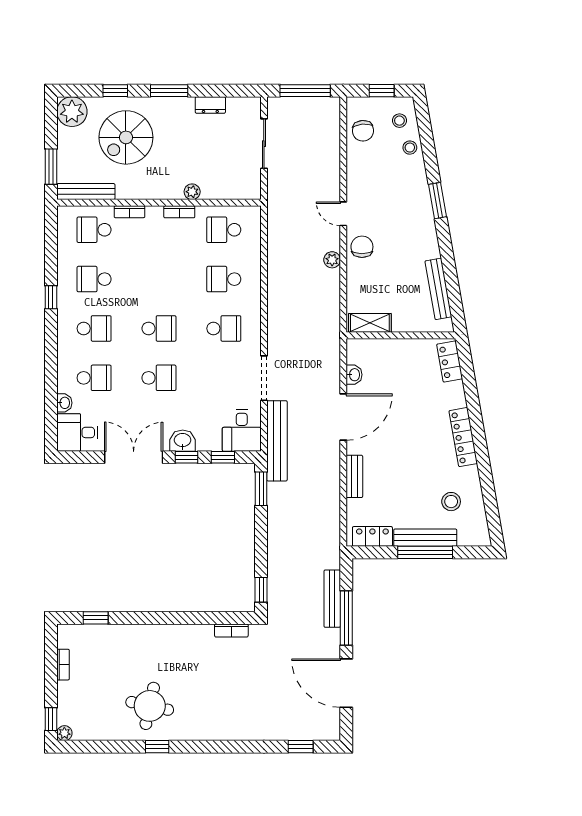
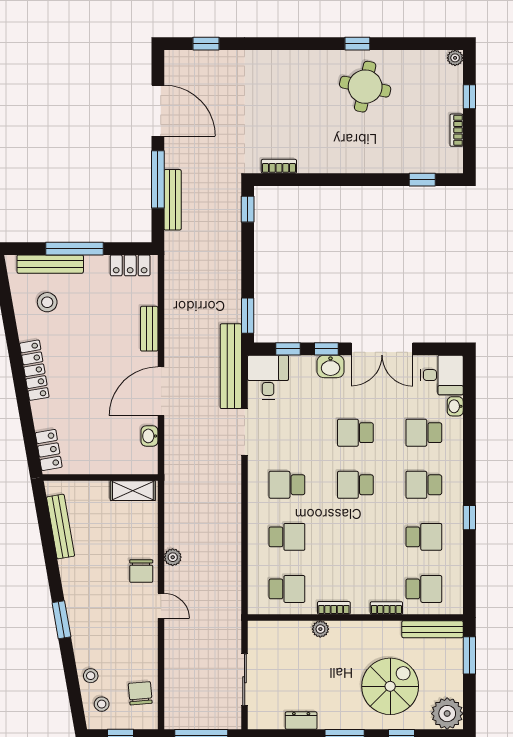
bench: (425, 538) -> (50, 264), moved
window: (51, 719) -> (469, 97), moved

